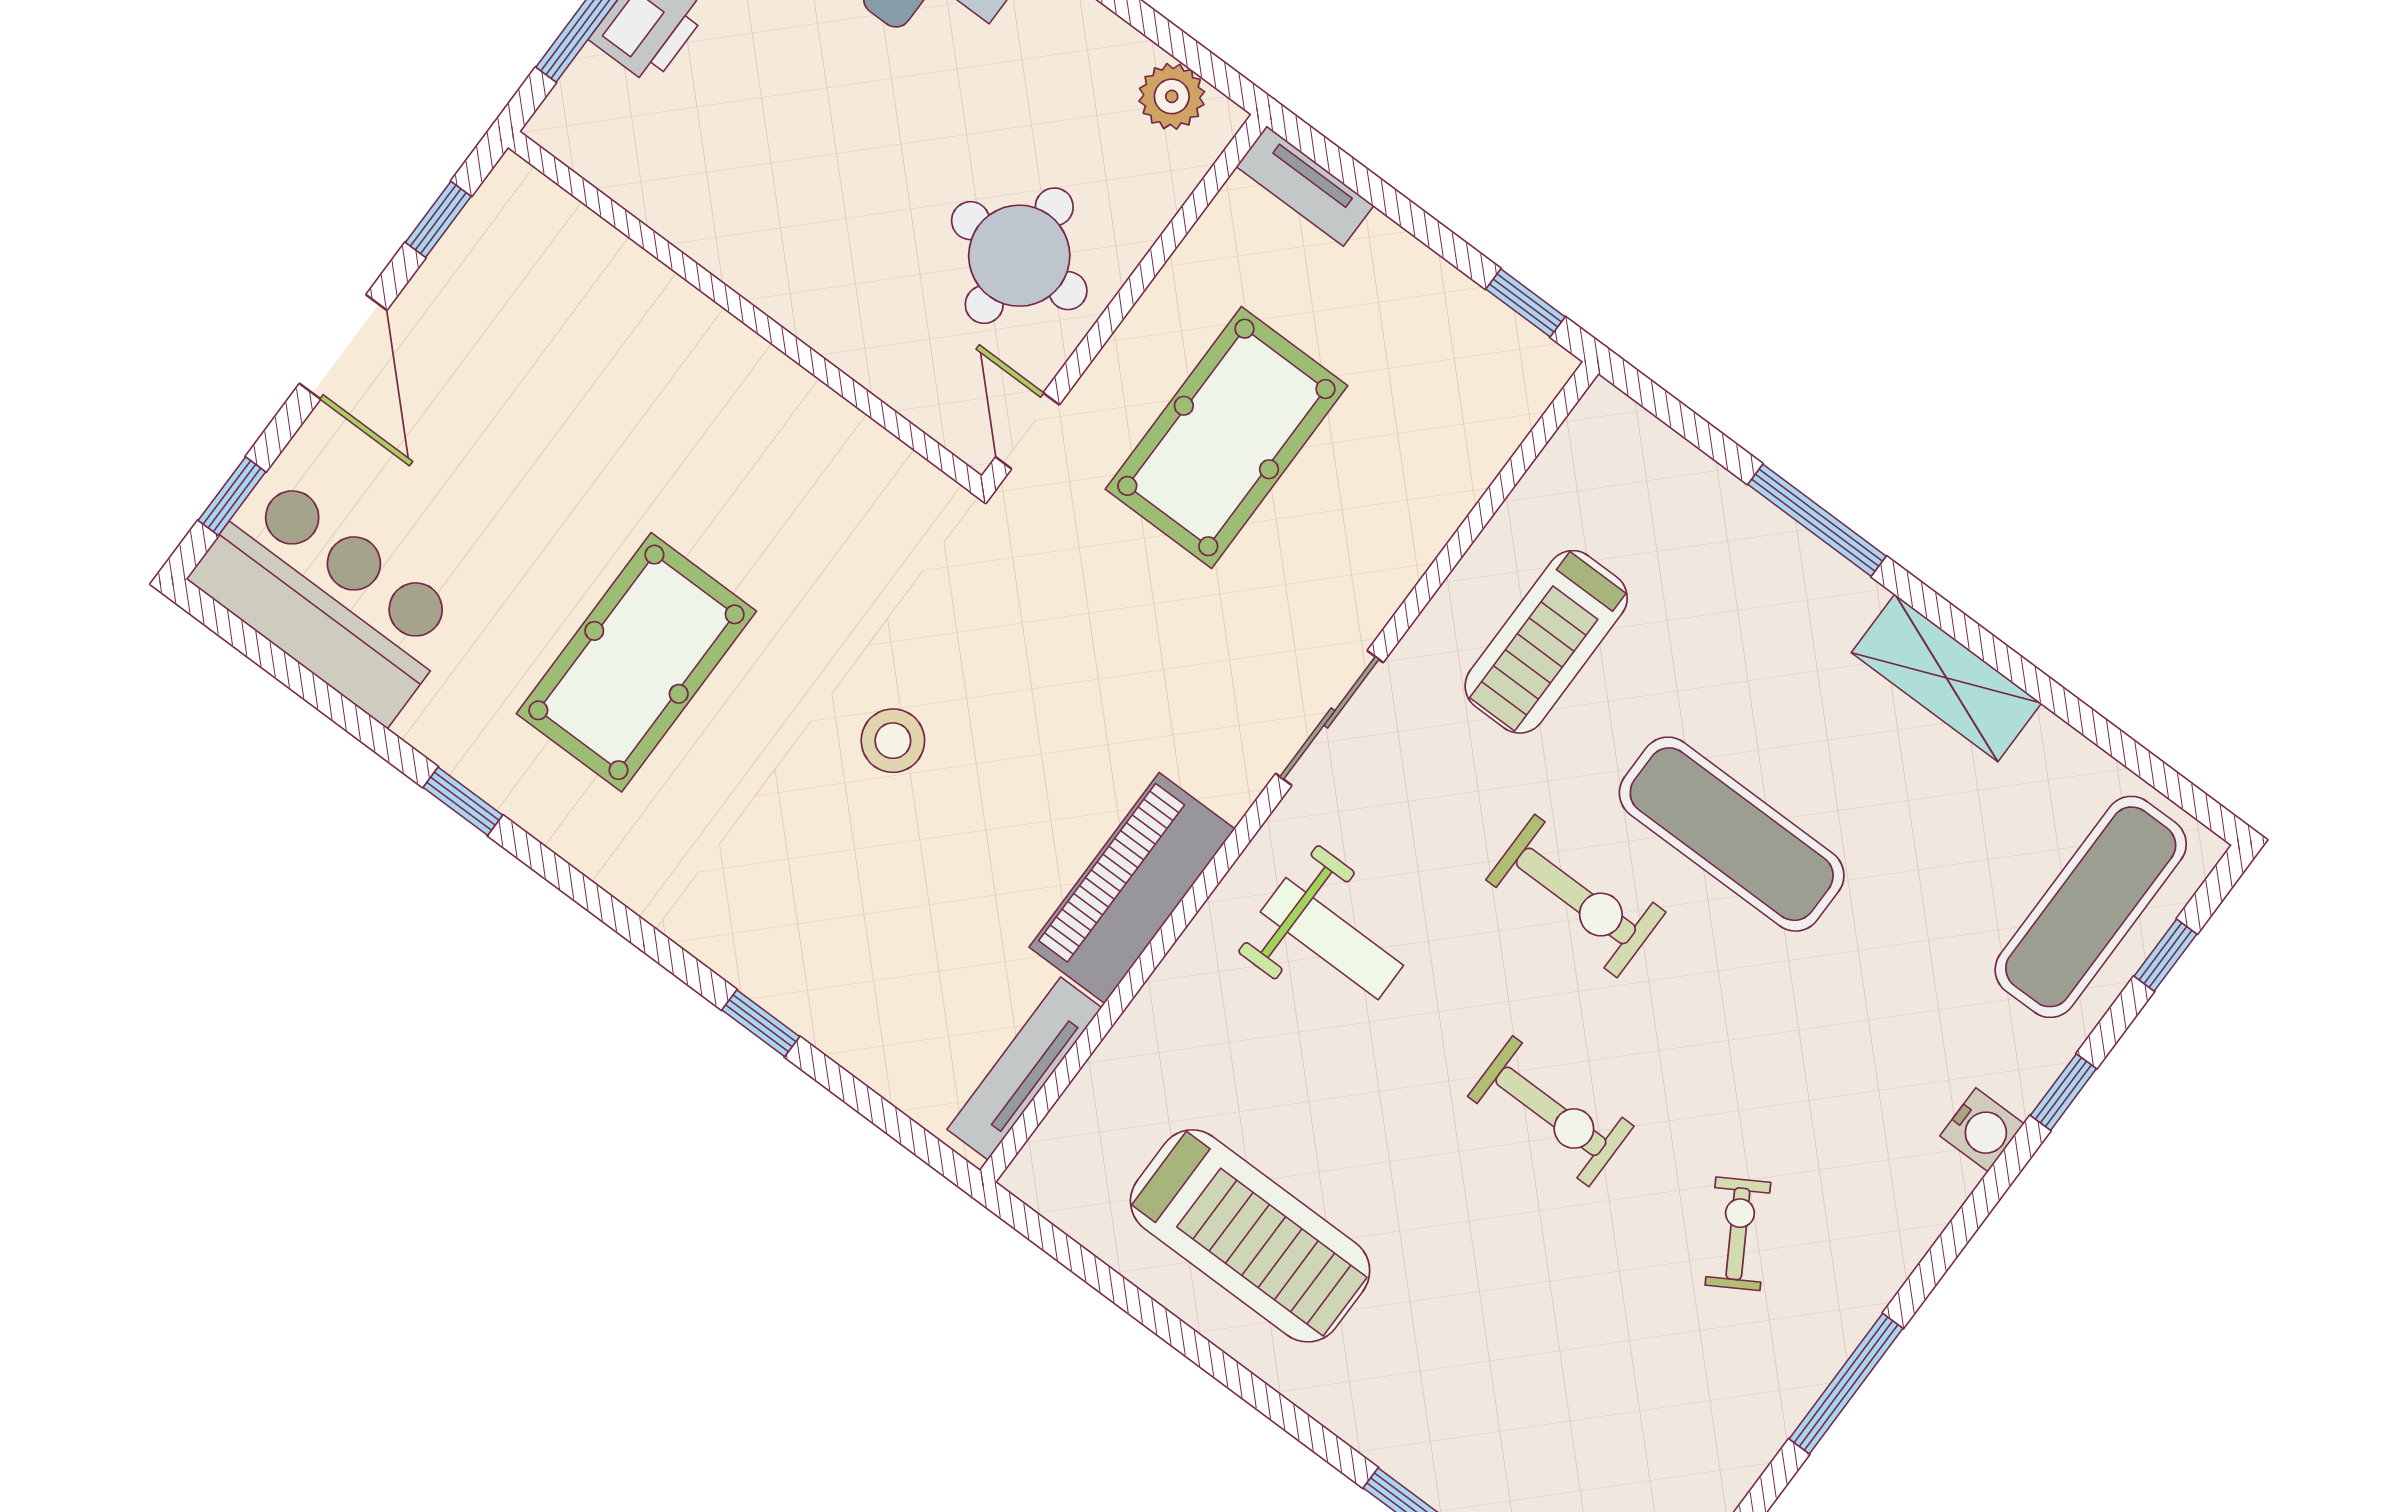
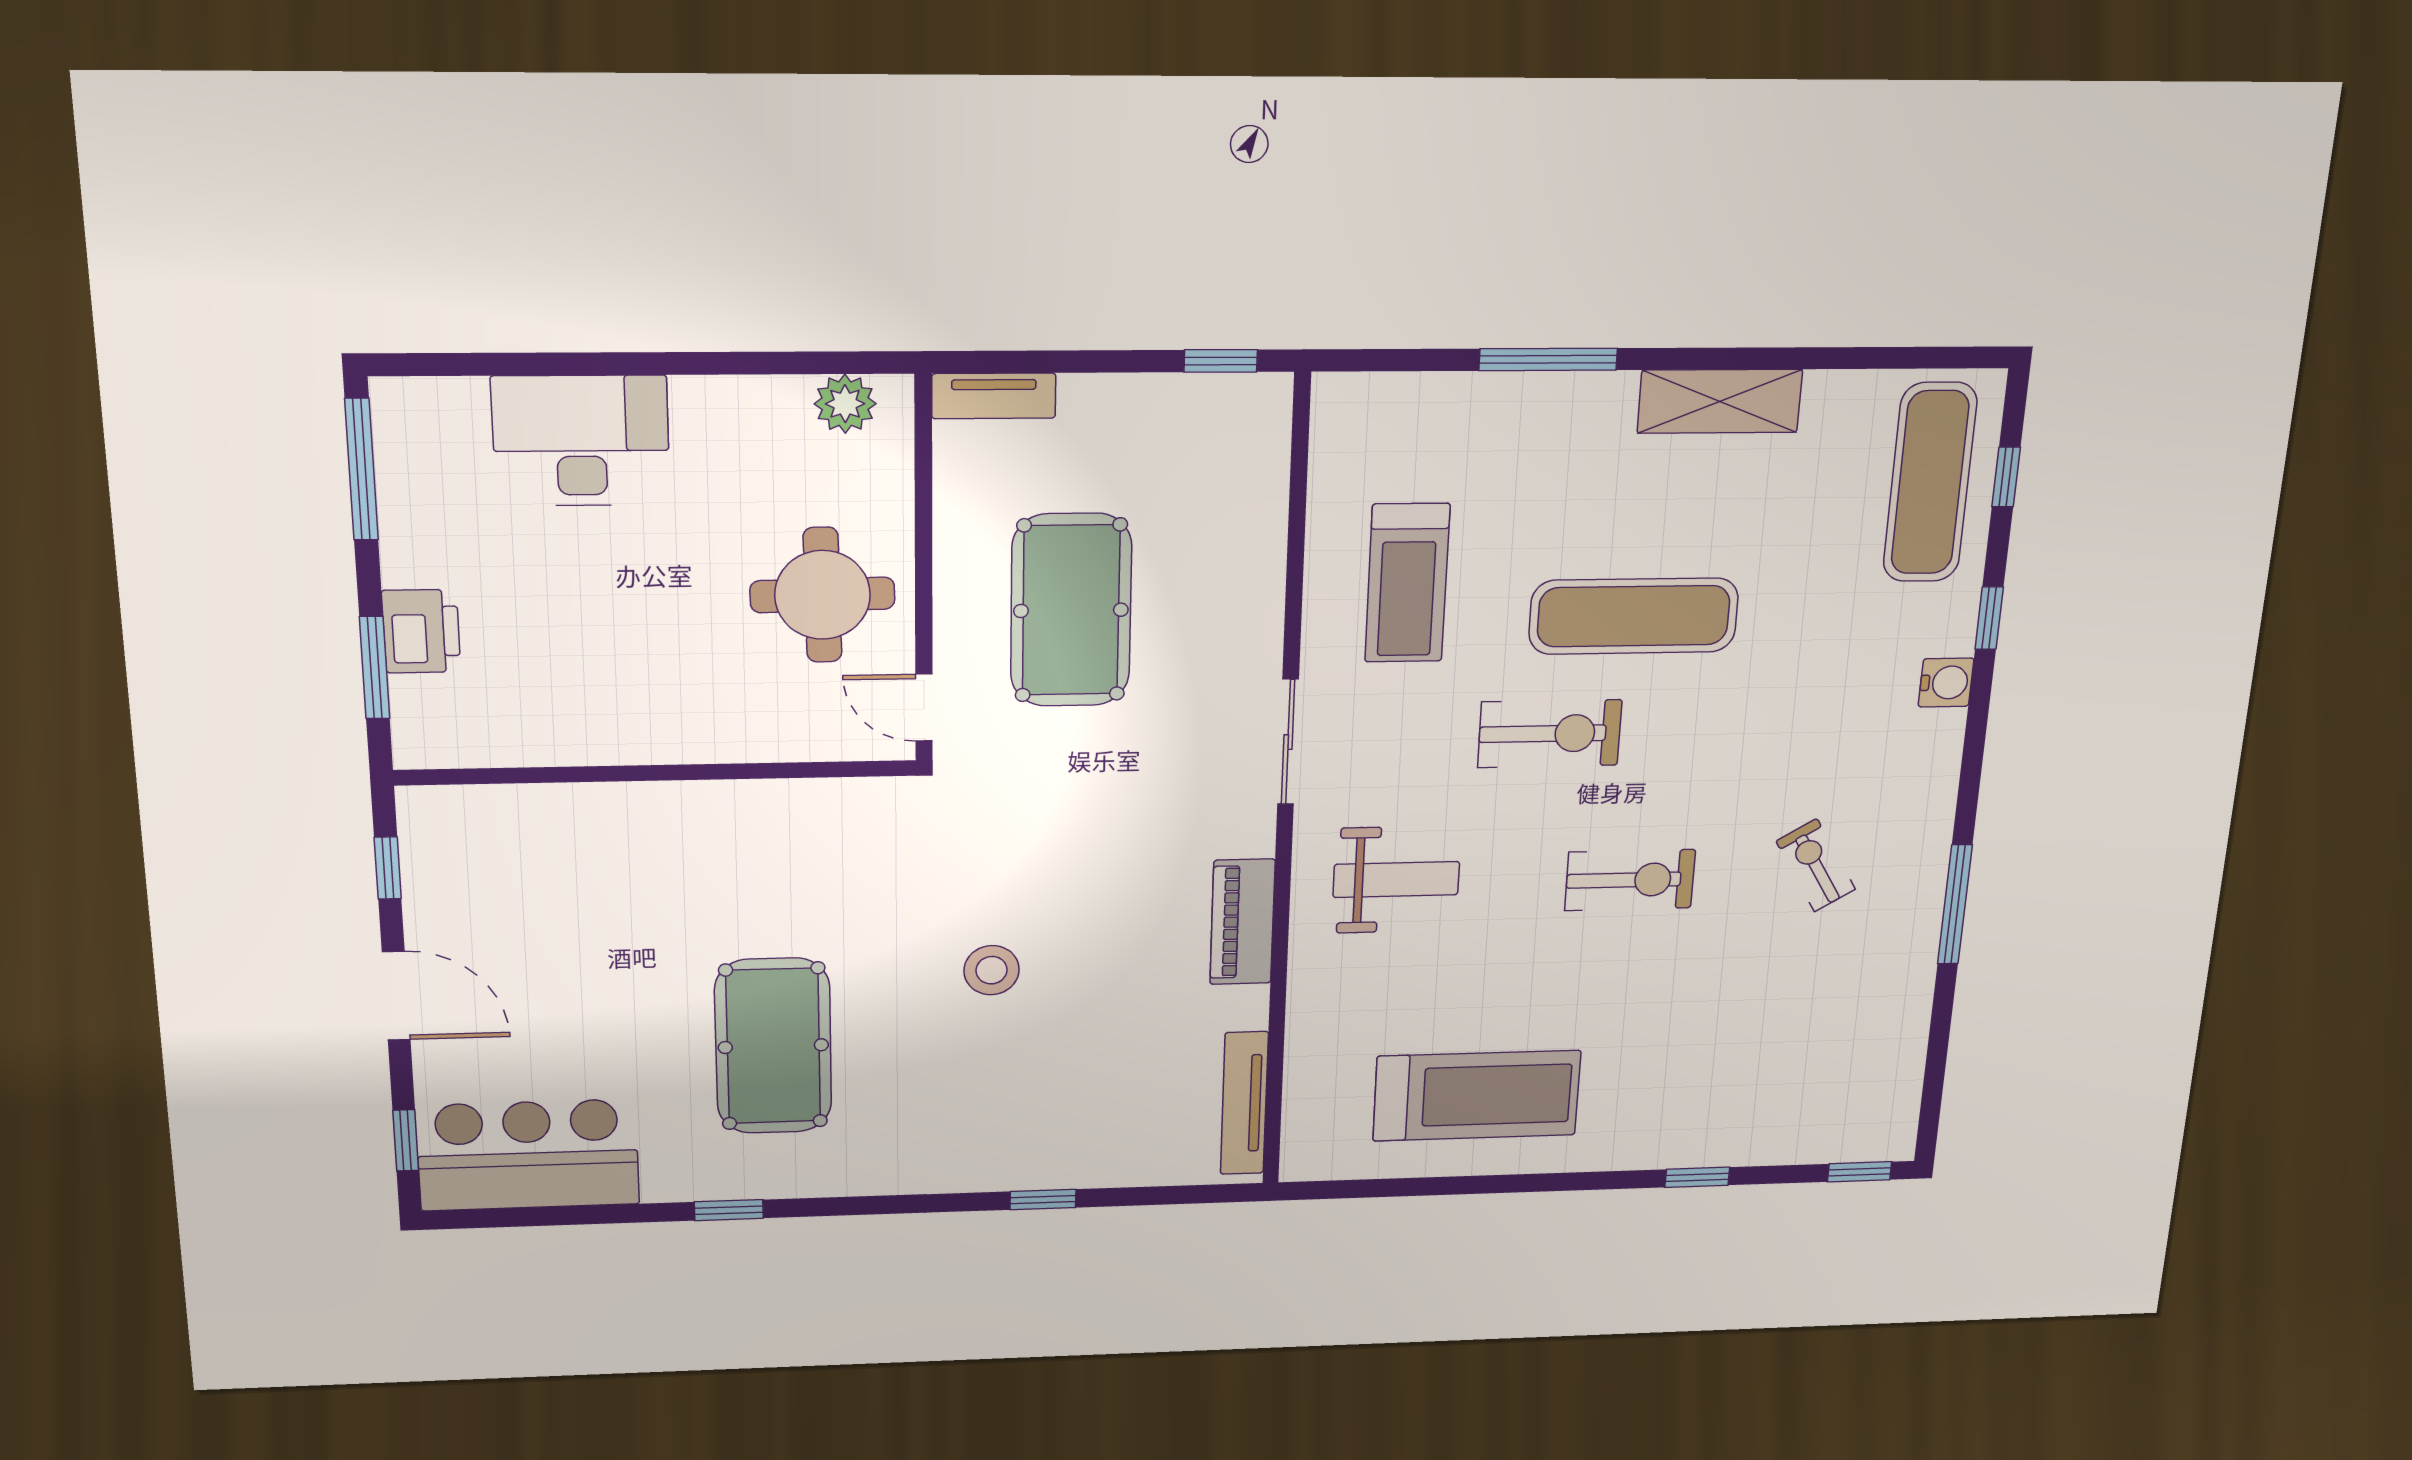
piano: (1132, 888) -> (1242, 922), width x0.73, depth x0.75

